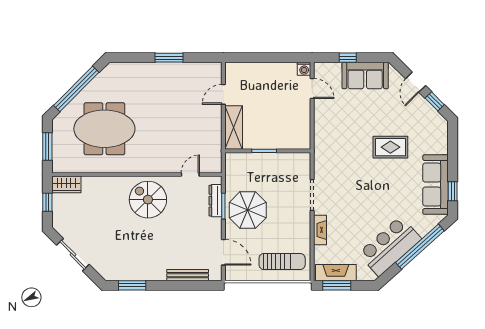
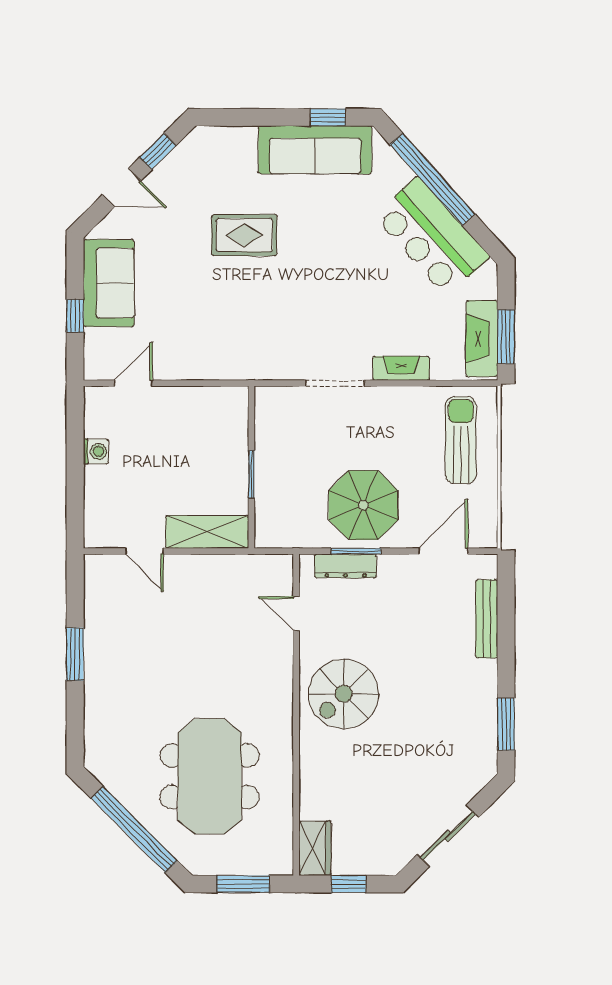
washing machine: (304, 69) -> (96, 451), moved
rug: (390, 147) -> (244, 235), turned 90

